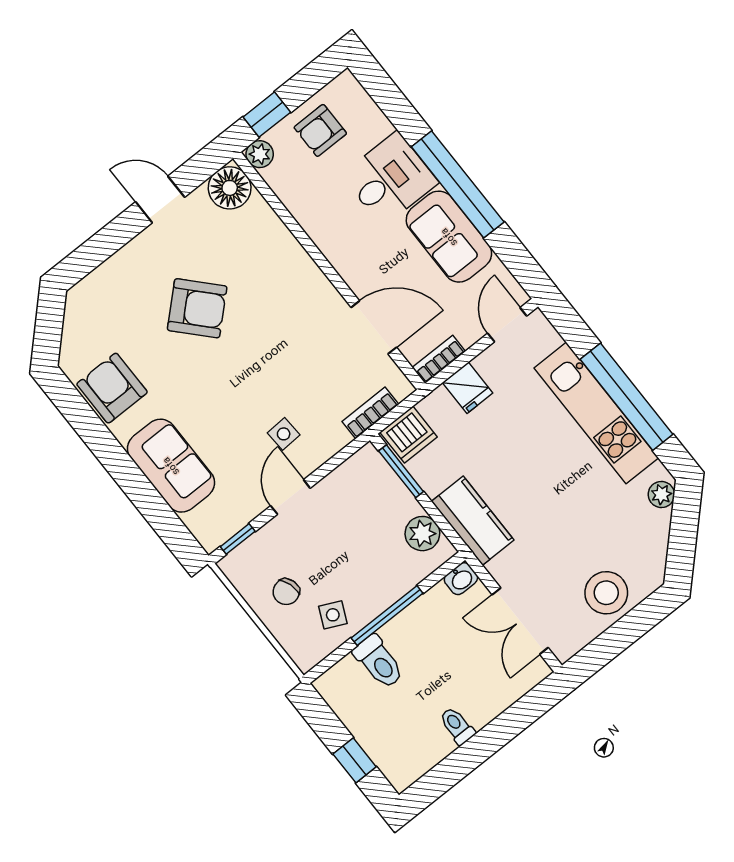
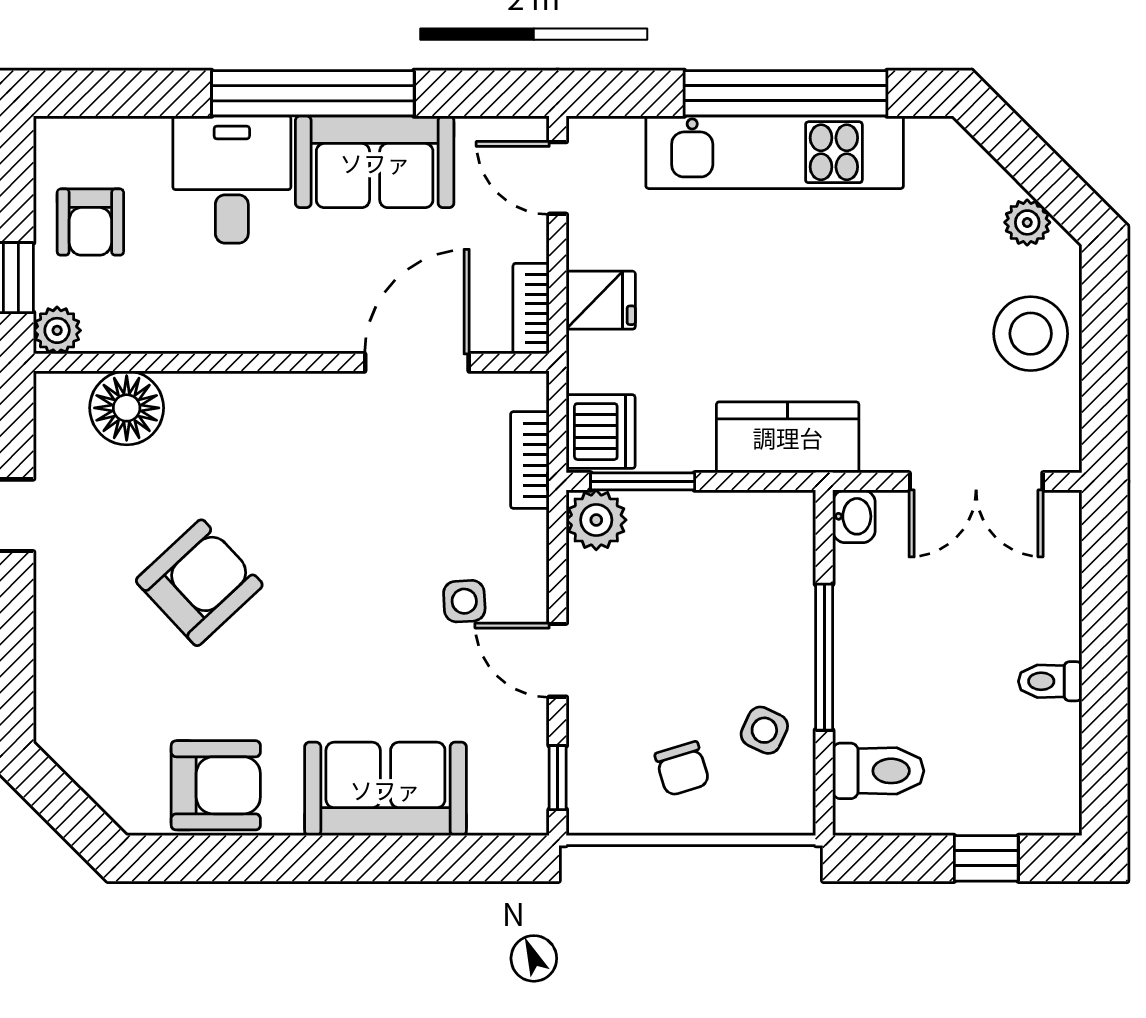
floor lamp: (230, 188) -> (127, 408), moved
armchair: (112, 388) -> (216, 785), turned 180
plant: (661, 494) -> (1027, 222), moved
plant: (422, 534) -> (596, 520), moved
toilet: (379, 662) -> (878, 771), moved

